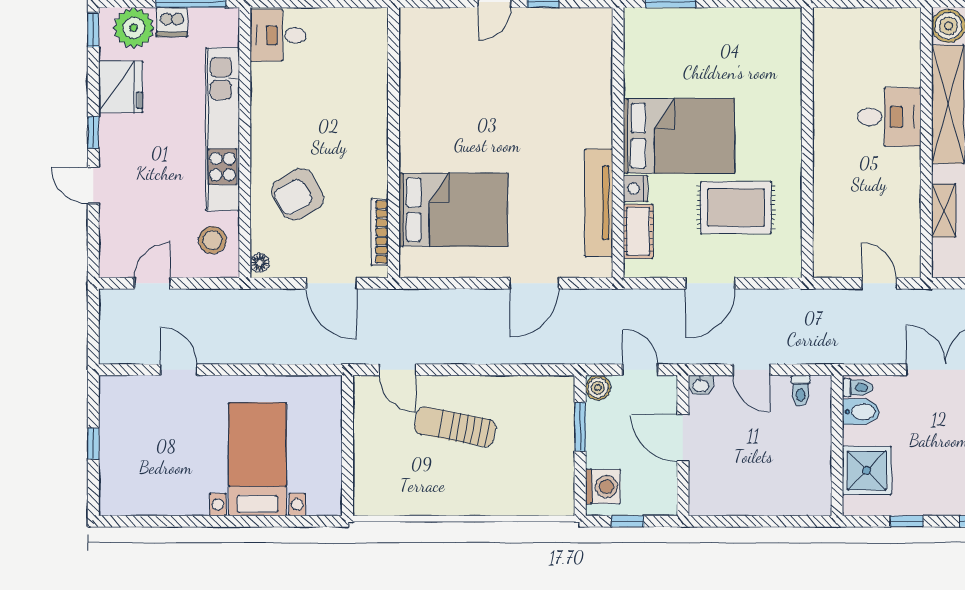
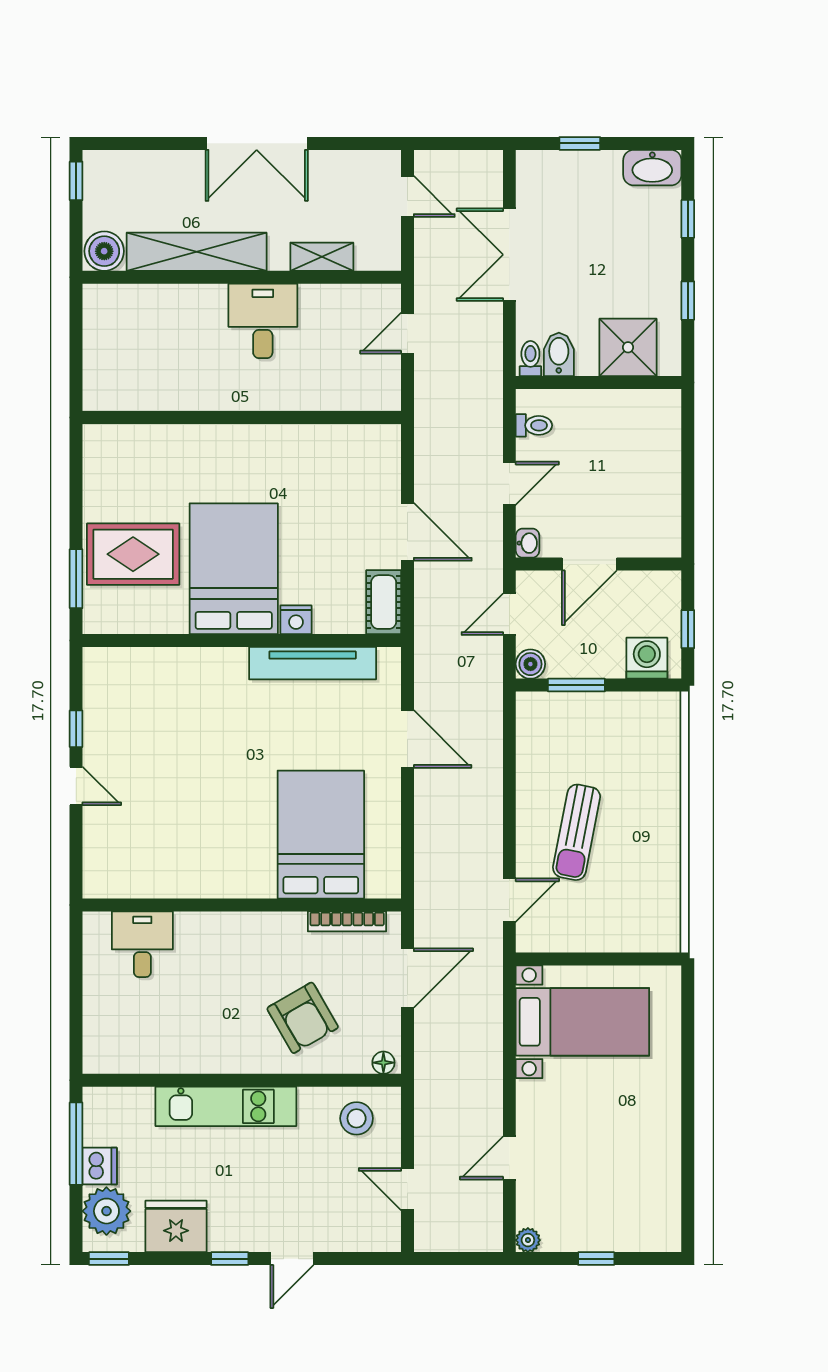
desk: (278, 35) -> (142, 944), moved, turned 180
desk: (889, 117) -> (263, 321), moved
kitchen unit: (223, 129) -> (226, 1106), width x0.73
rug: (736, 208) -> (133, 554), moved, turned 90
cot: (638, 231) -> (384, 602), moved, turned 90
plant: (109, 386) -> (528, 1240), added
bed with nightstands: (257, 459) -> (582, 1022), moved, turned 180

